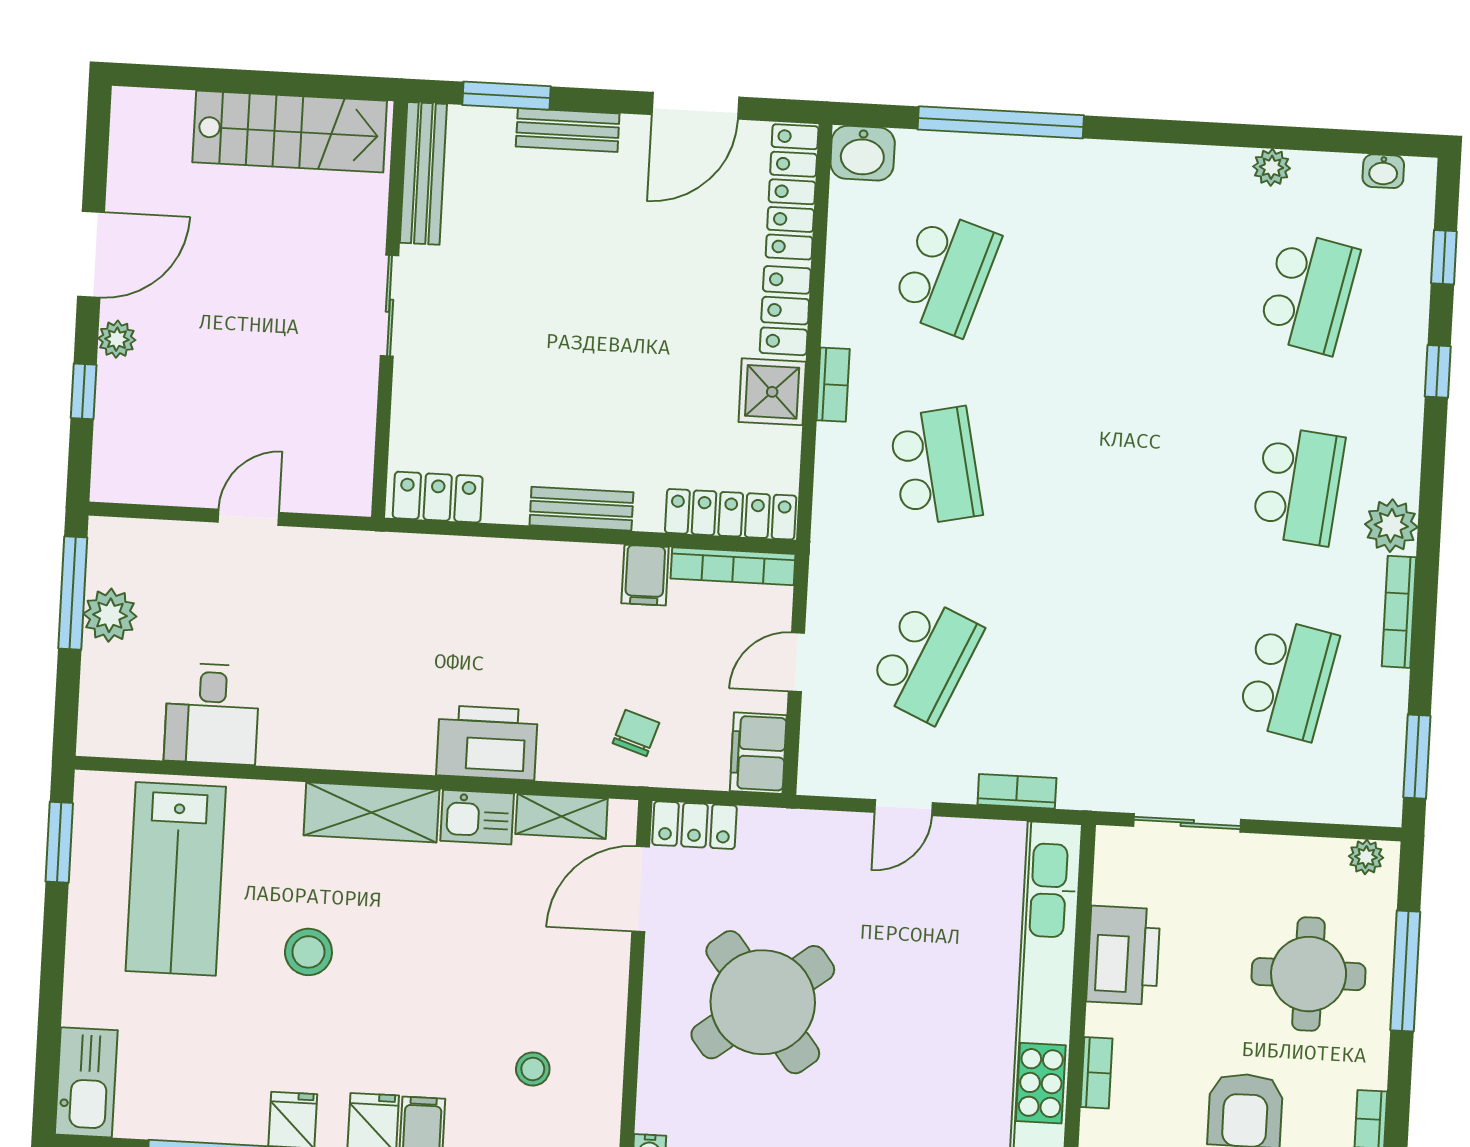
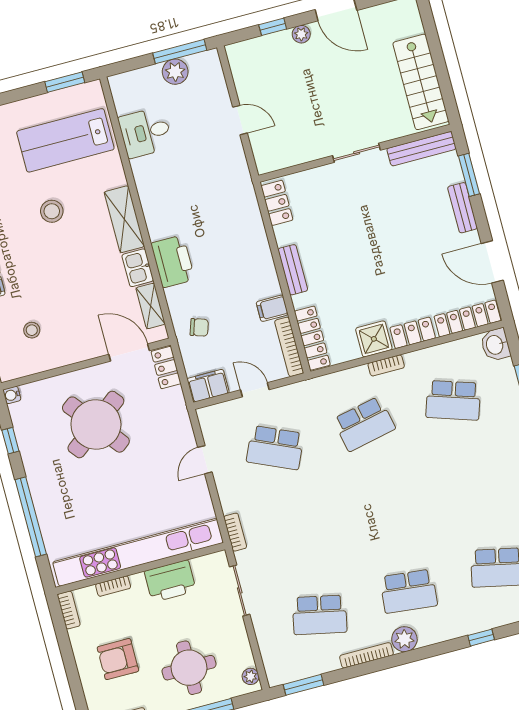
bookcase: (1017, 791) -> (235, 532), moved
door: (904, 808) -> (205, 460), hinge flipped

